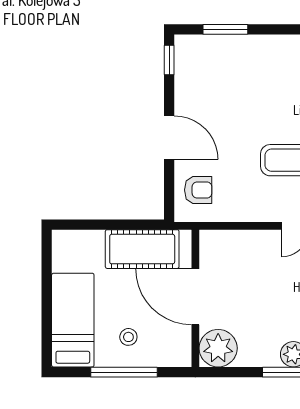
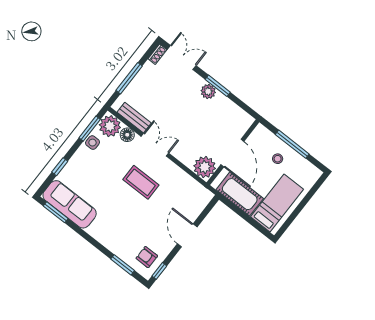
armchair: (198, 190) -> (147, 257), moved
bed: (73, 320) -> (277, 203), moved, turned 180
plant: (218, 348) -> (205, 167), moved

